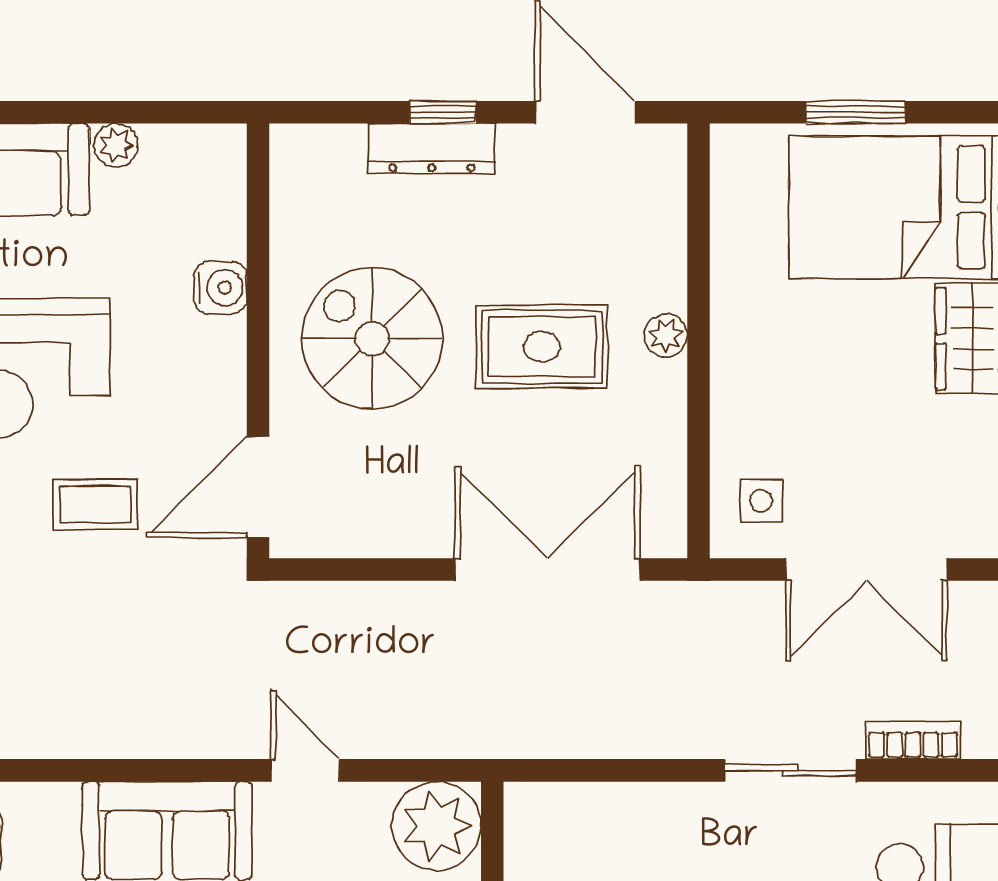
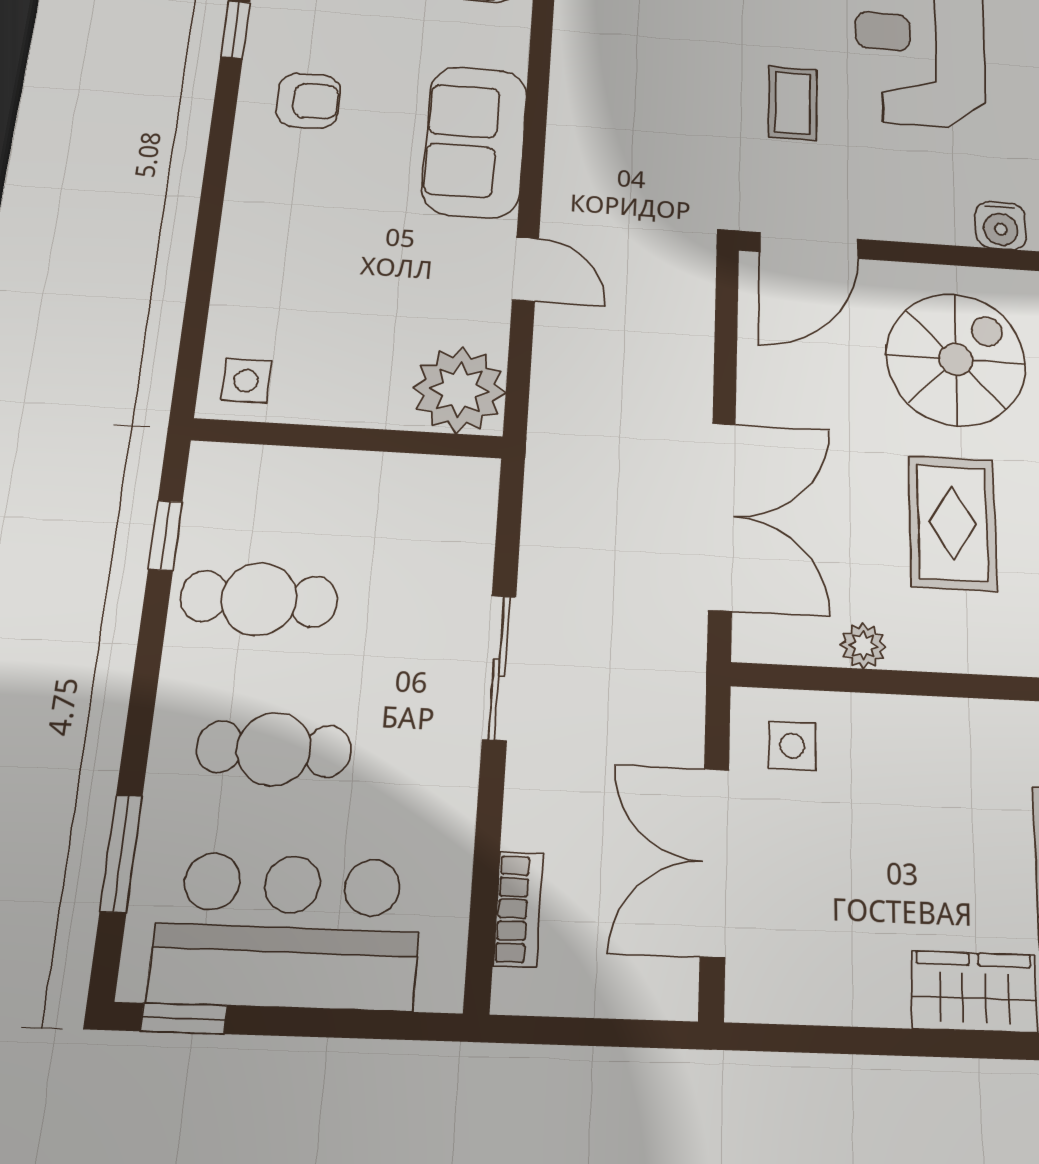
plant: (666, 335) -> (863, 646), moved
door: (258, 487) -> (809, 246), swing flipped
door: (305, 770) -> (526, 269), hinge flipped
sliding door: (790, 770) -> (499, 668), moved

